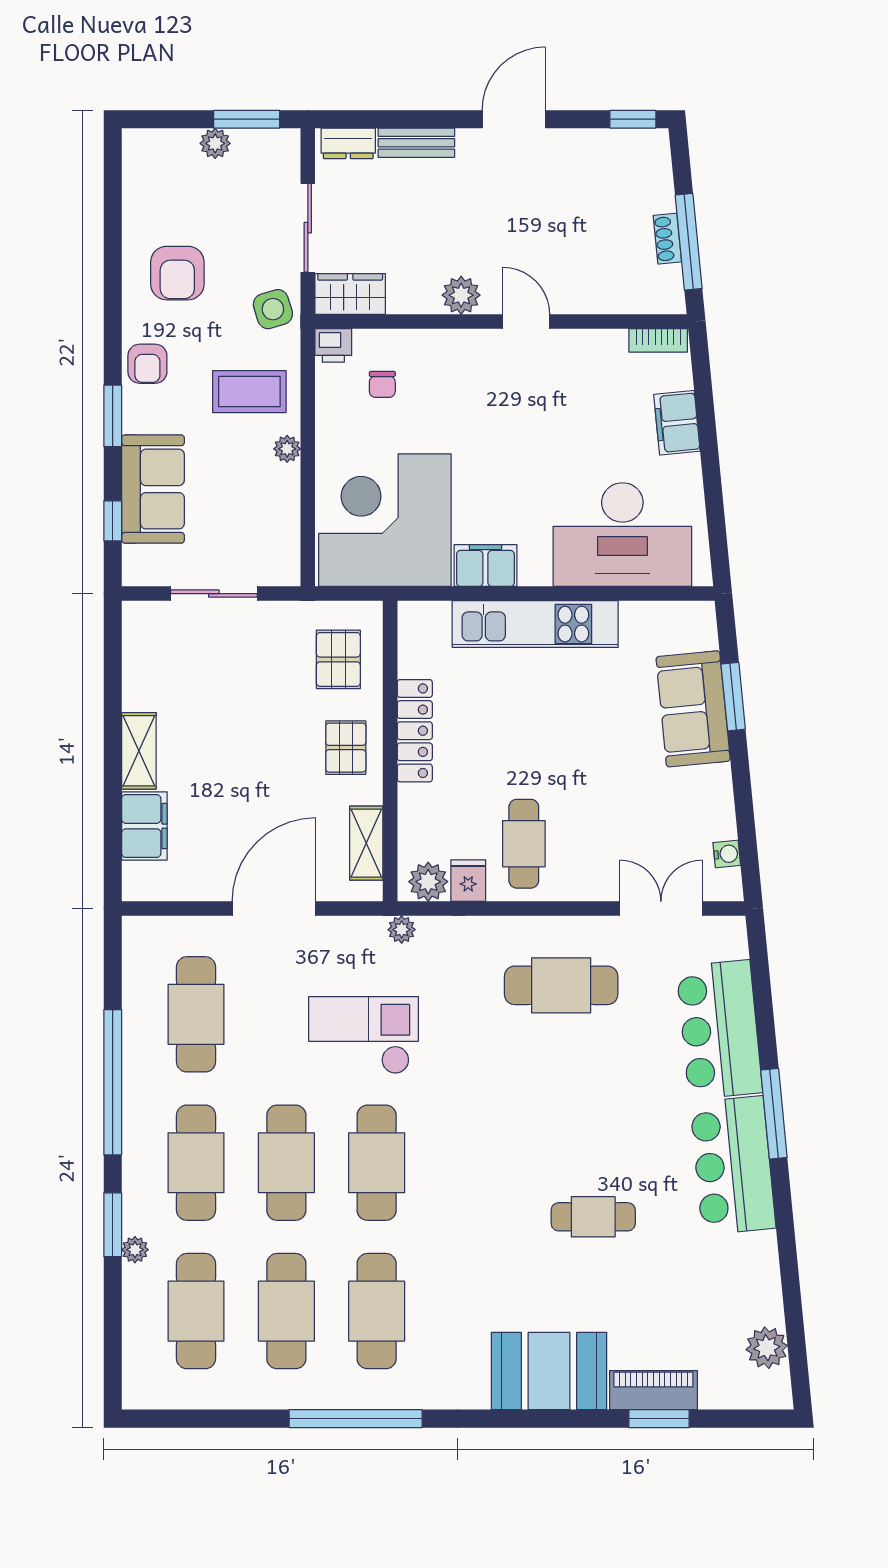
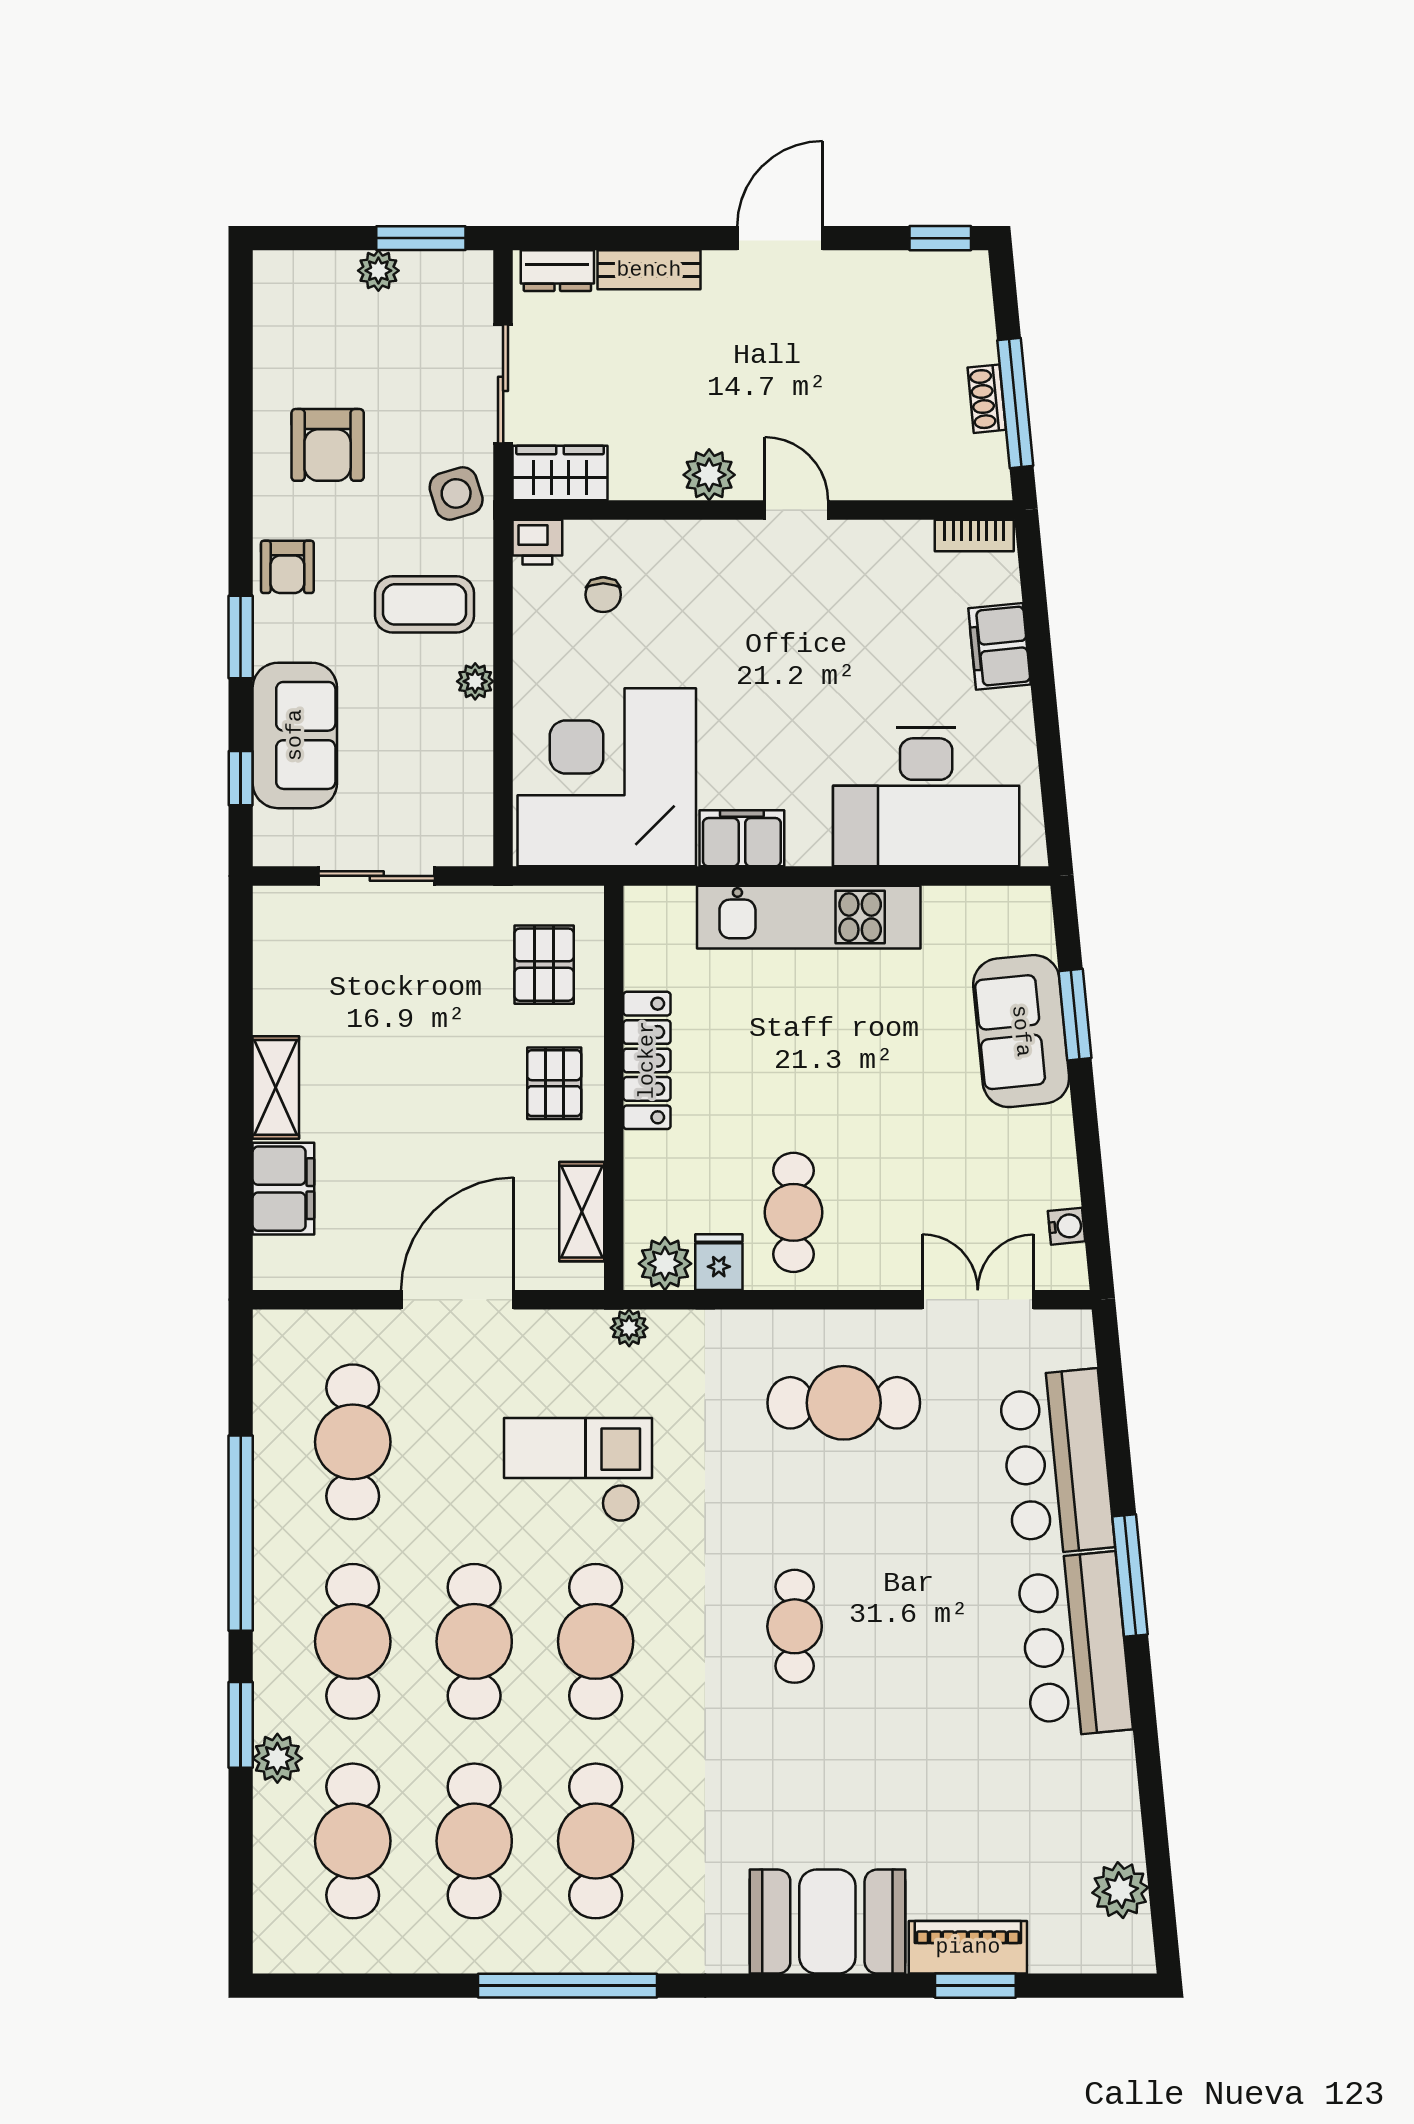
cafe table: (593, 1217) -> (795, 1626), moved, turned 90
plant: (135, 1250) -> (277, 1758), width x1.38, depth x1.38

